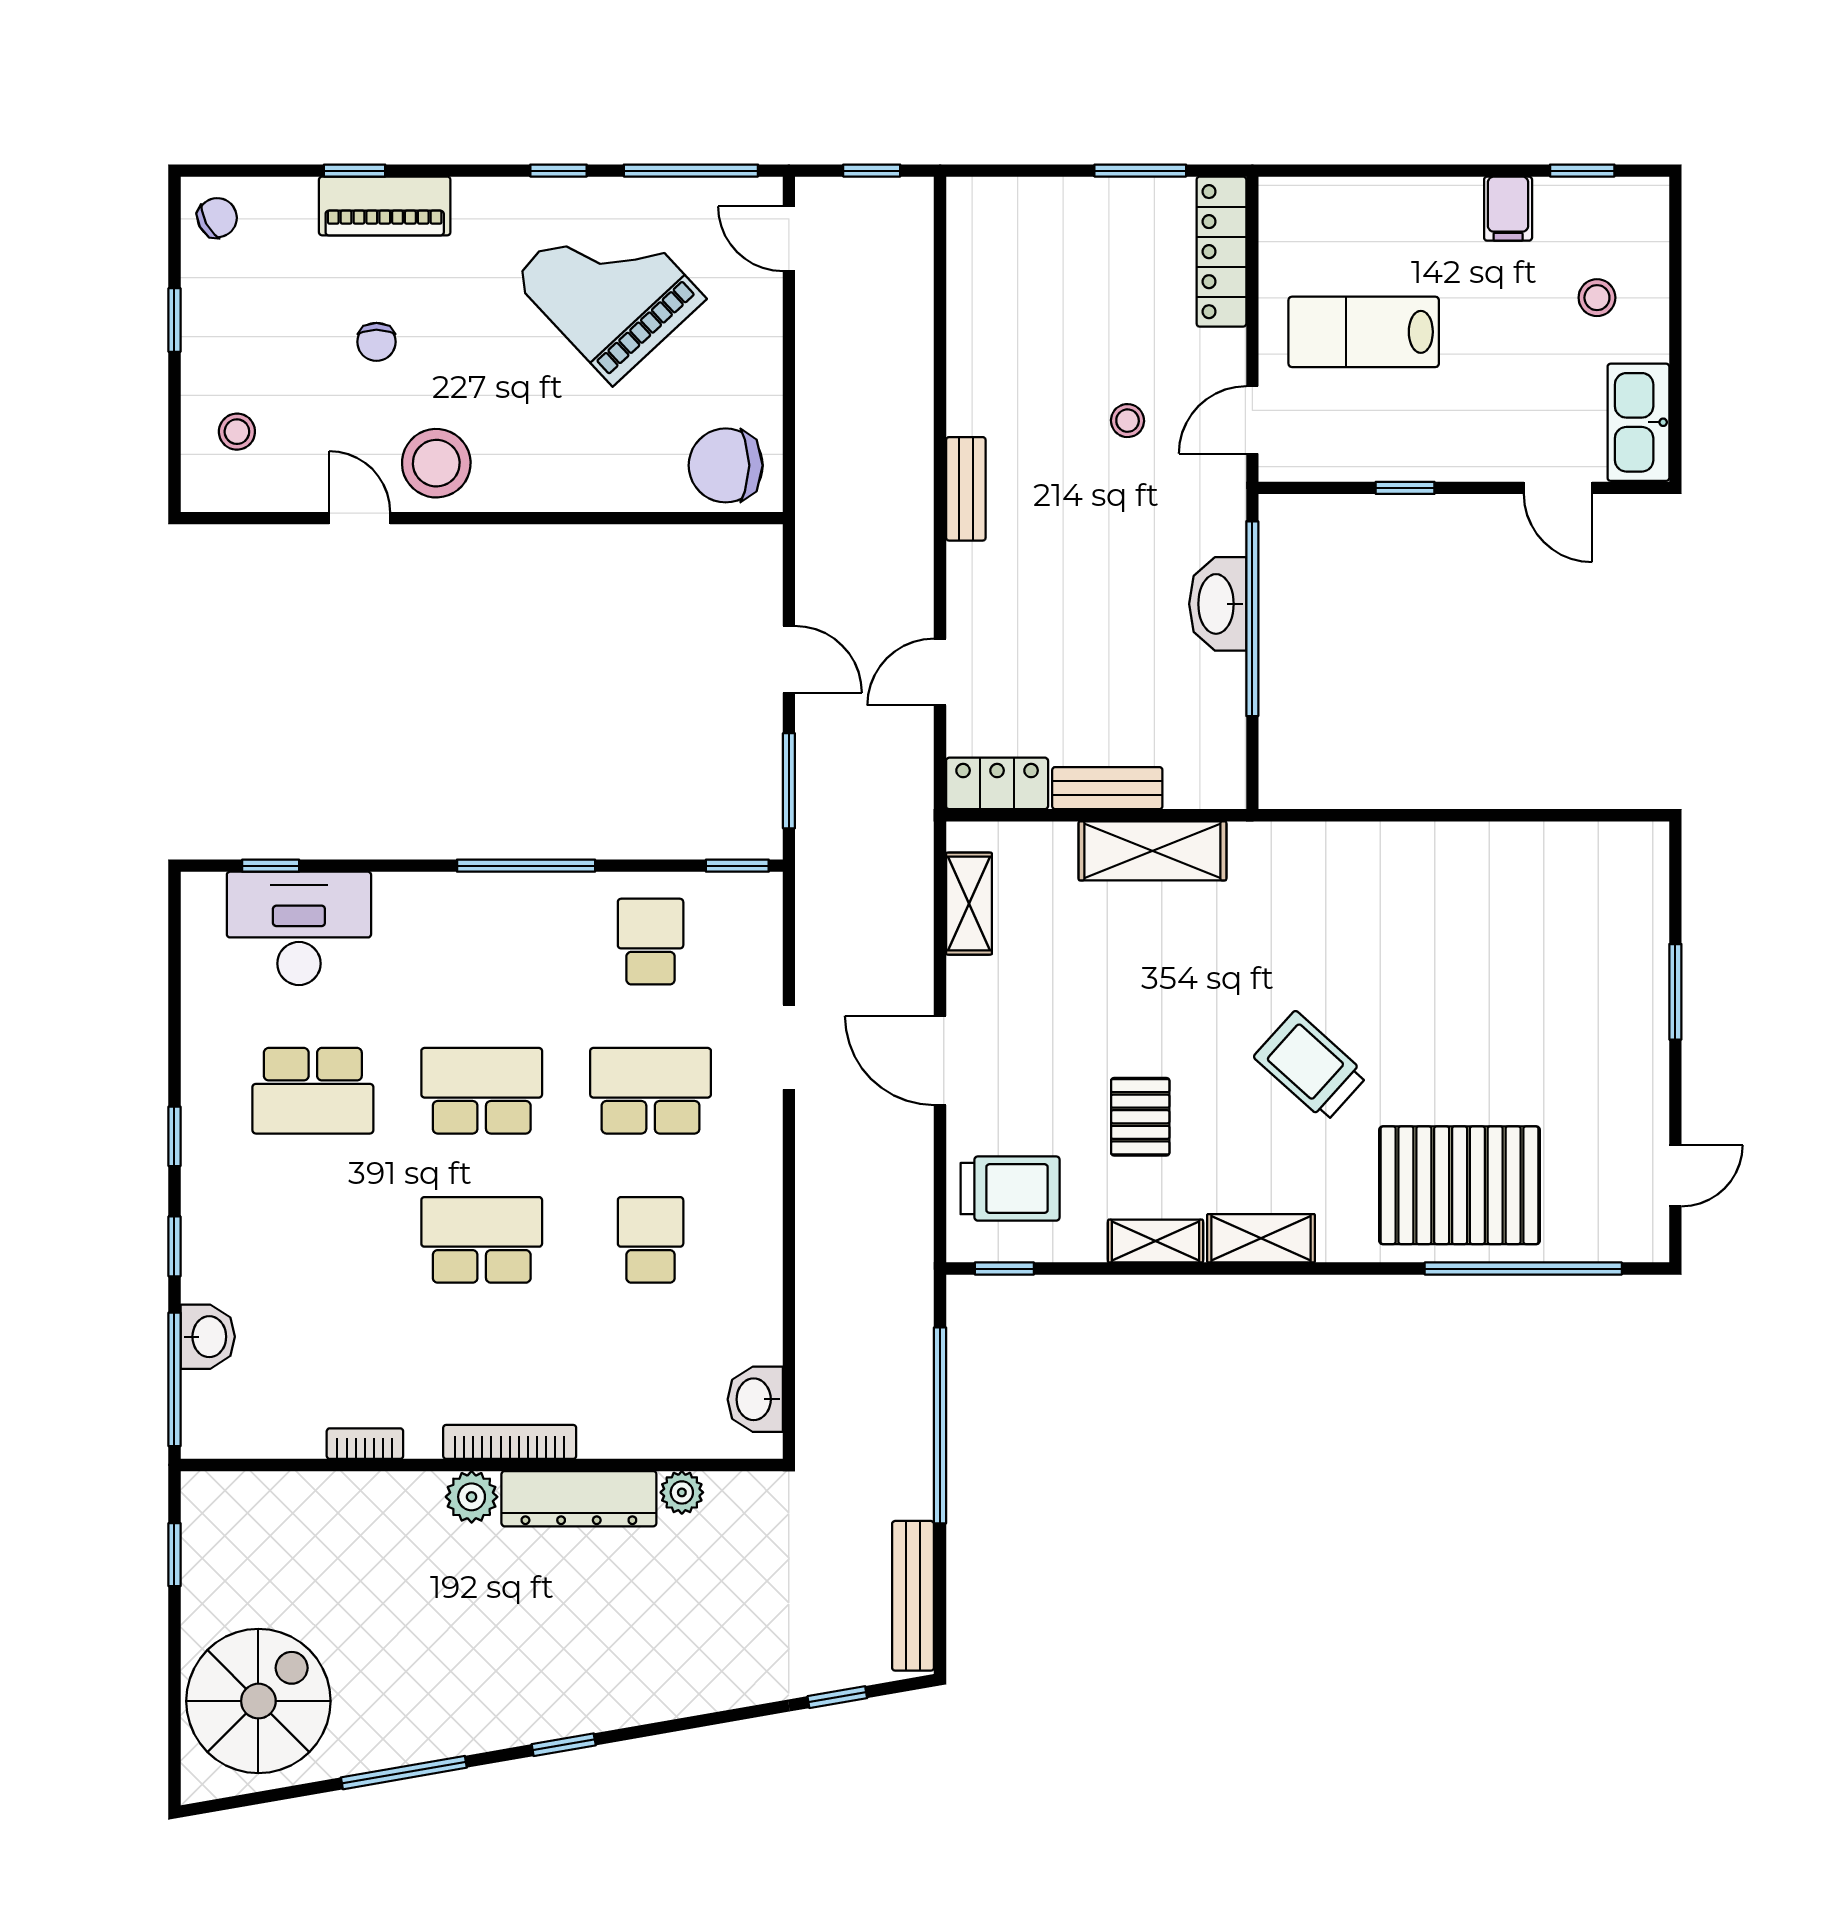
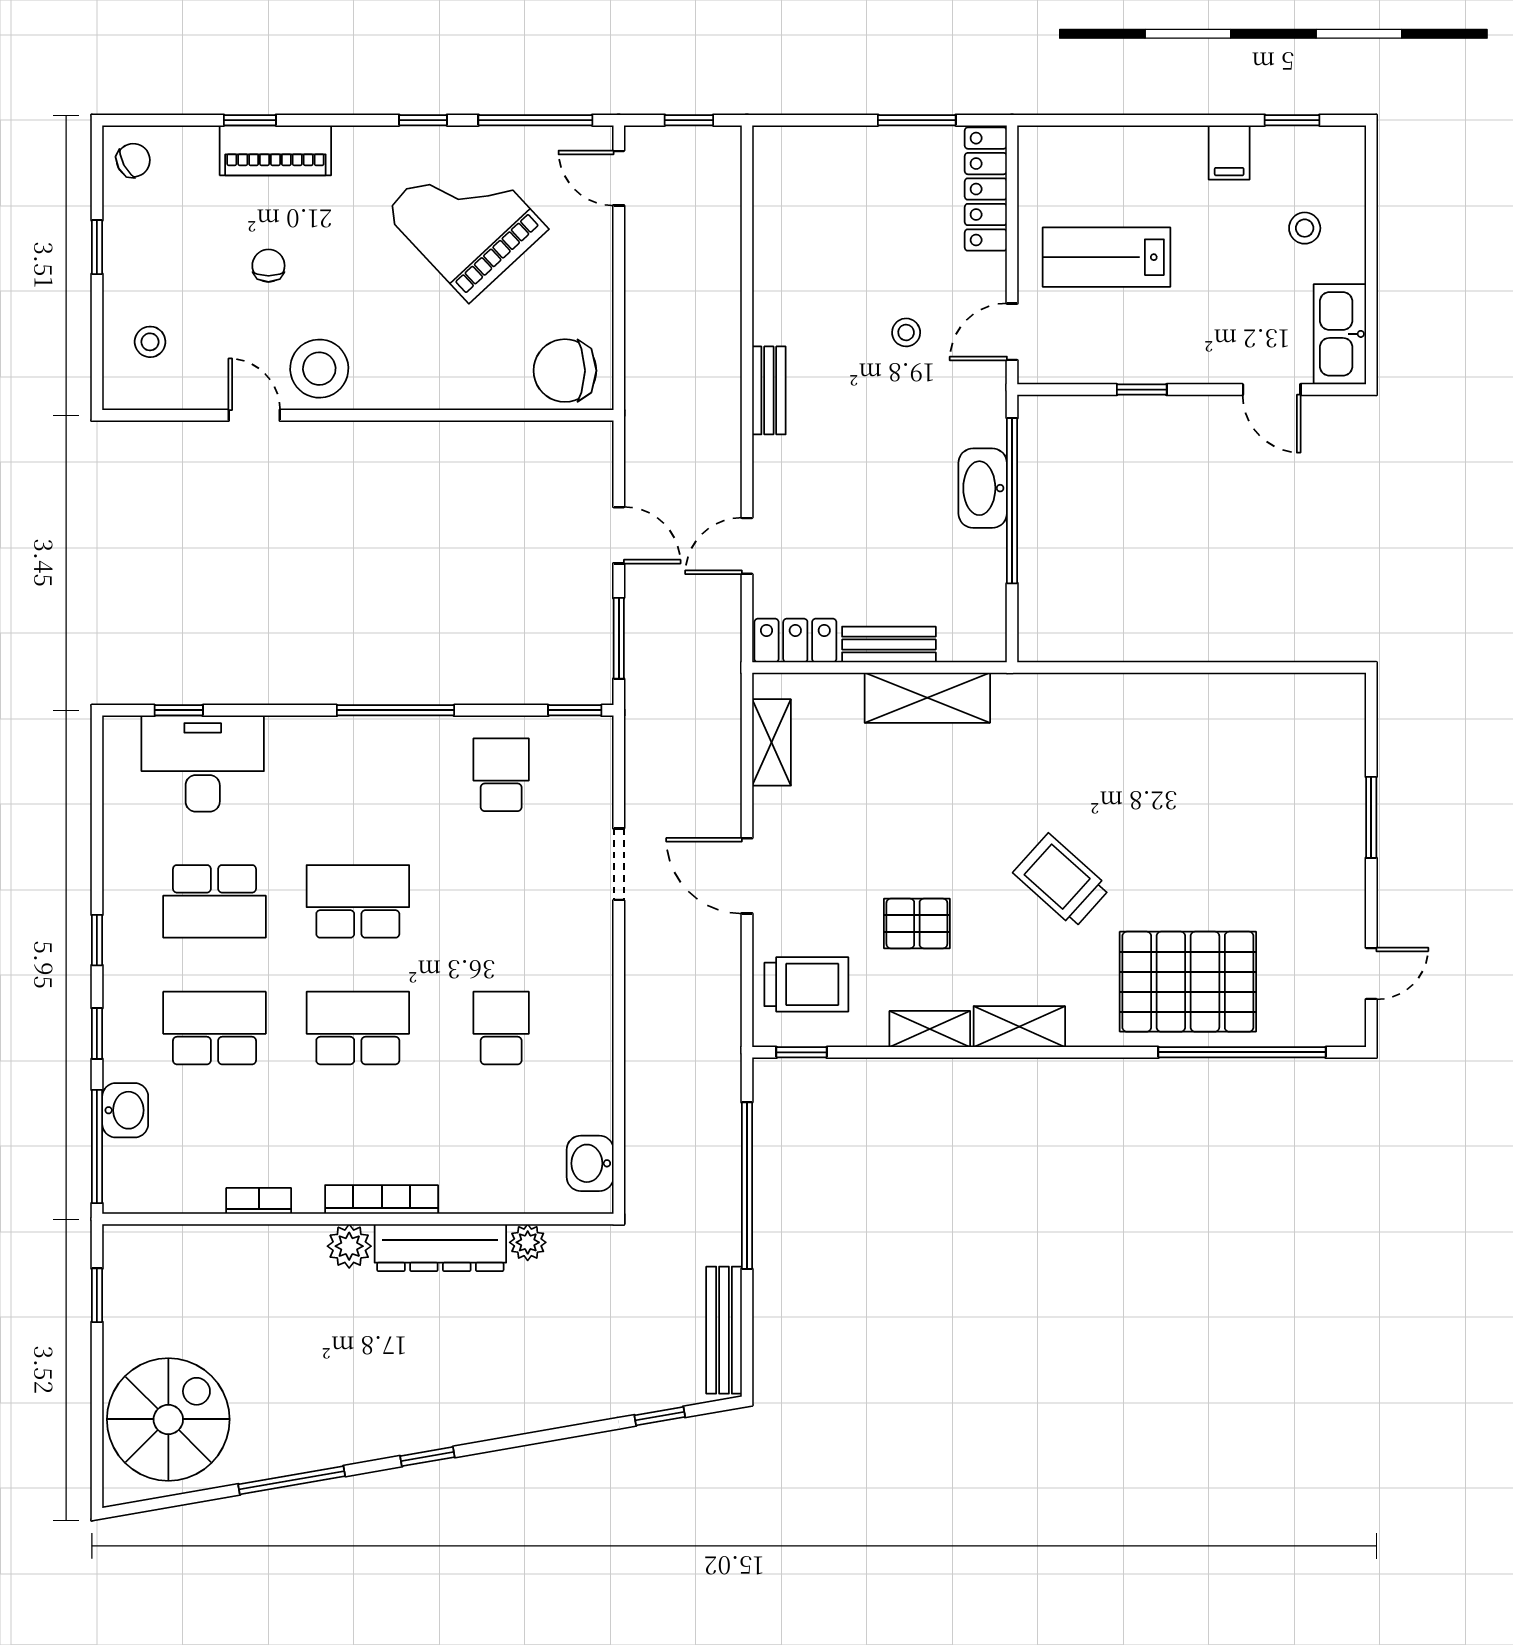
chair: (376, 342) -> (268, 266), turned 180
school desk: (651, 1091) -> (214, 1028), moved
pallet: (1140, 1117) -> (917, 923), turned 90

